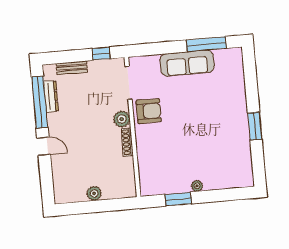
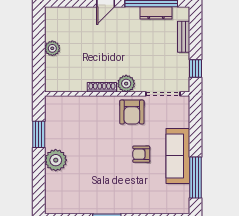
armchair: (188, 98) -> (141, 154), added
plant: (197, 186) -> (56, 160), width x1.87, depth x1.87

